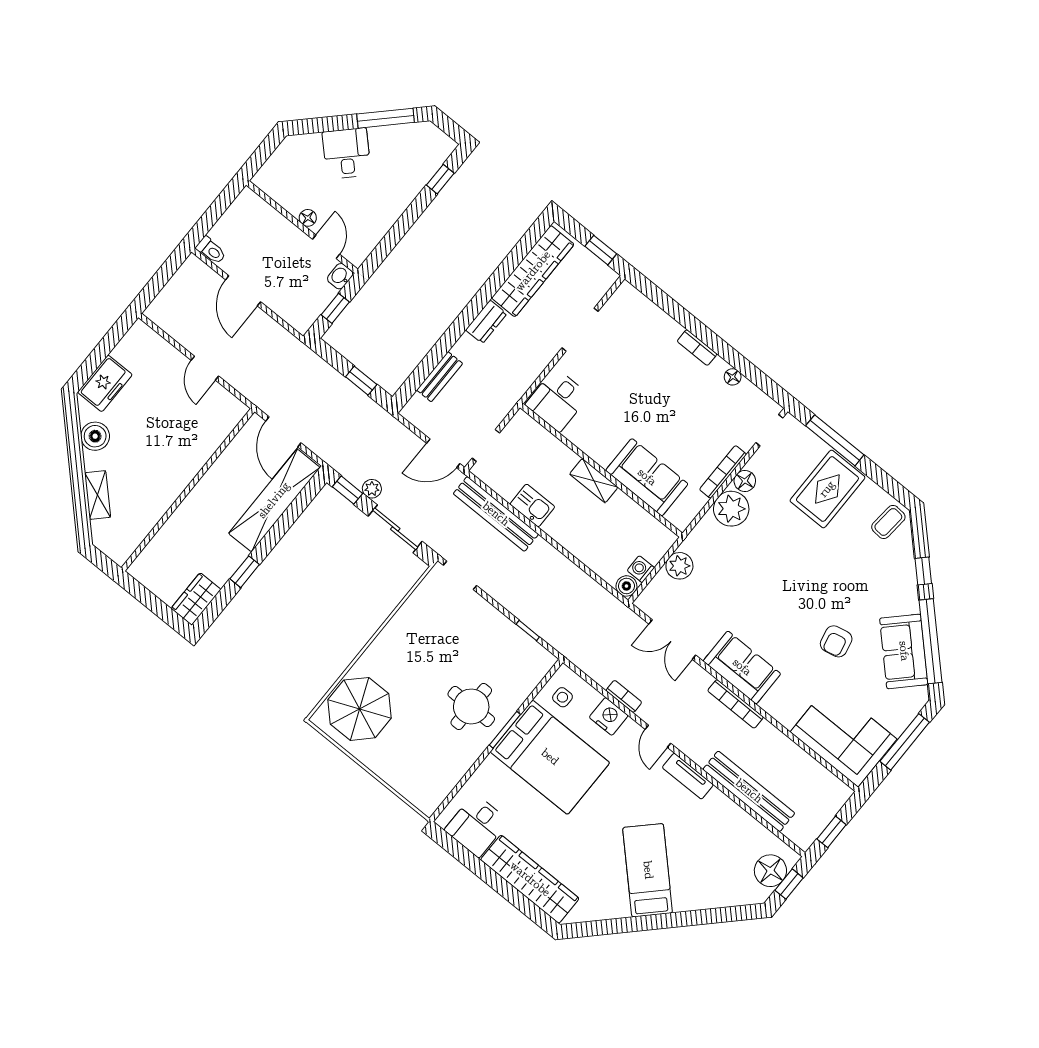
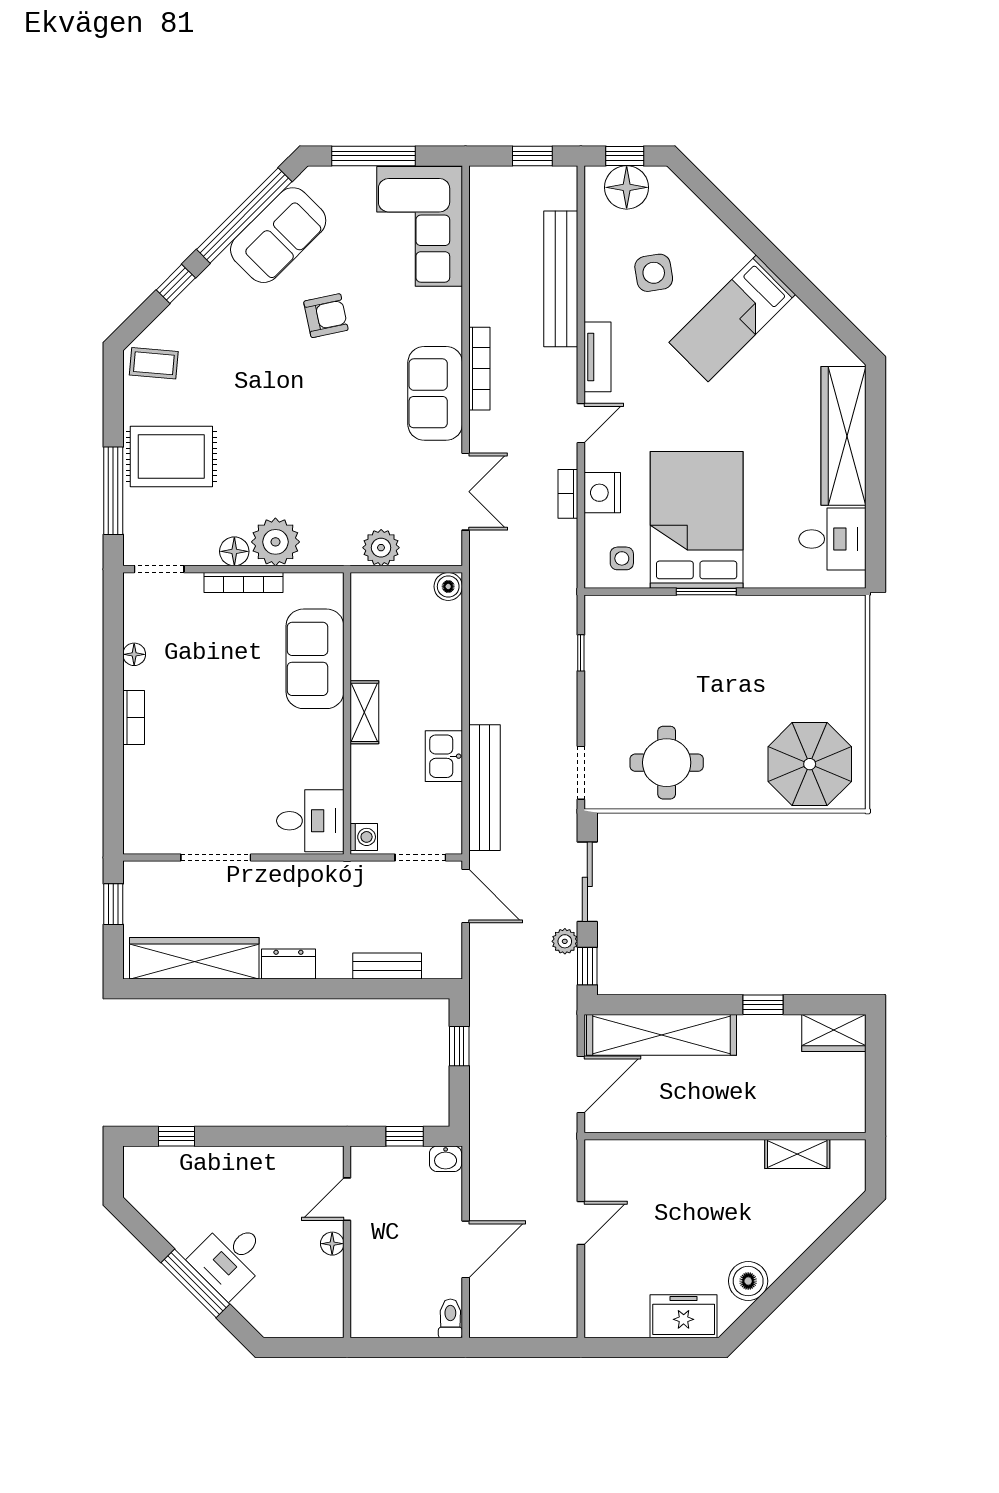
window: (386, 118) -> (195, 1283), moved
washbasin: (340, 276) -> (446, 1159), moved
shelving: (98, 495) -> (797, 1154), moved, turned 45
washing machine: (641, 569) -> (364, 837), moved, turned -90
round table: (471, 706) -> (667, 763), moved
side table: (710, 847) -> (654, 273), added

